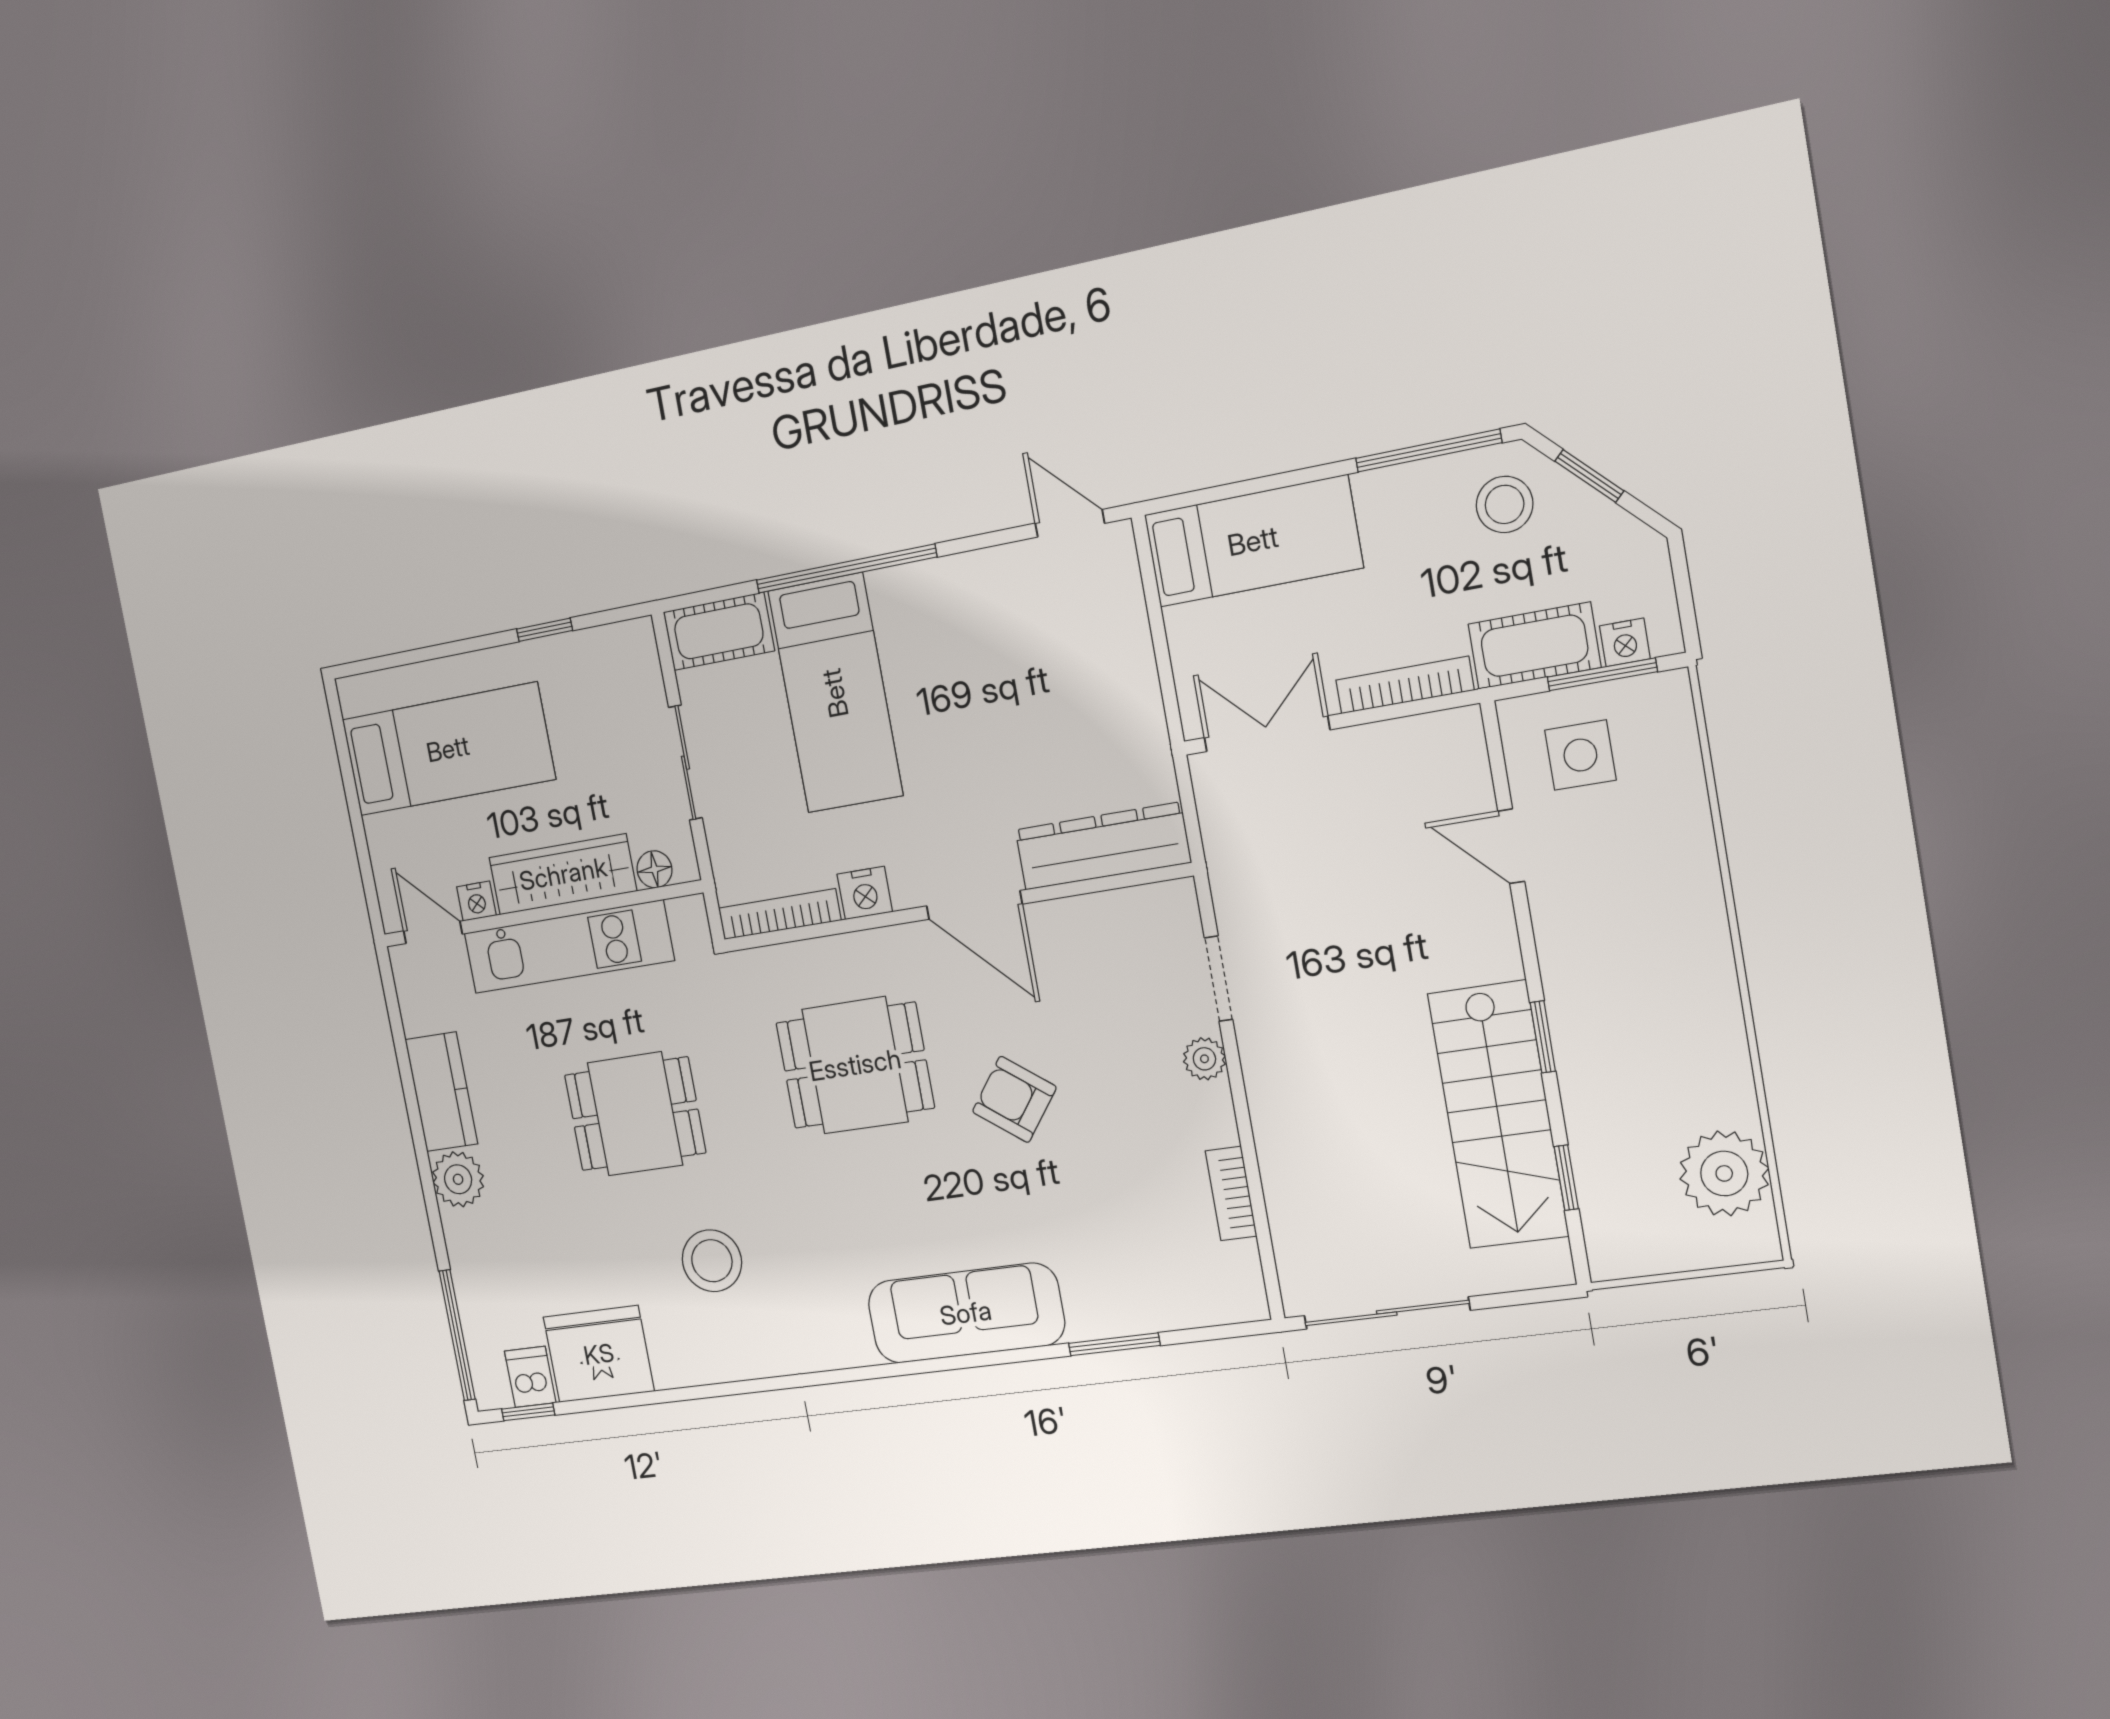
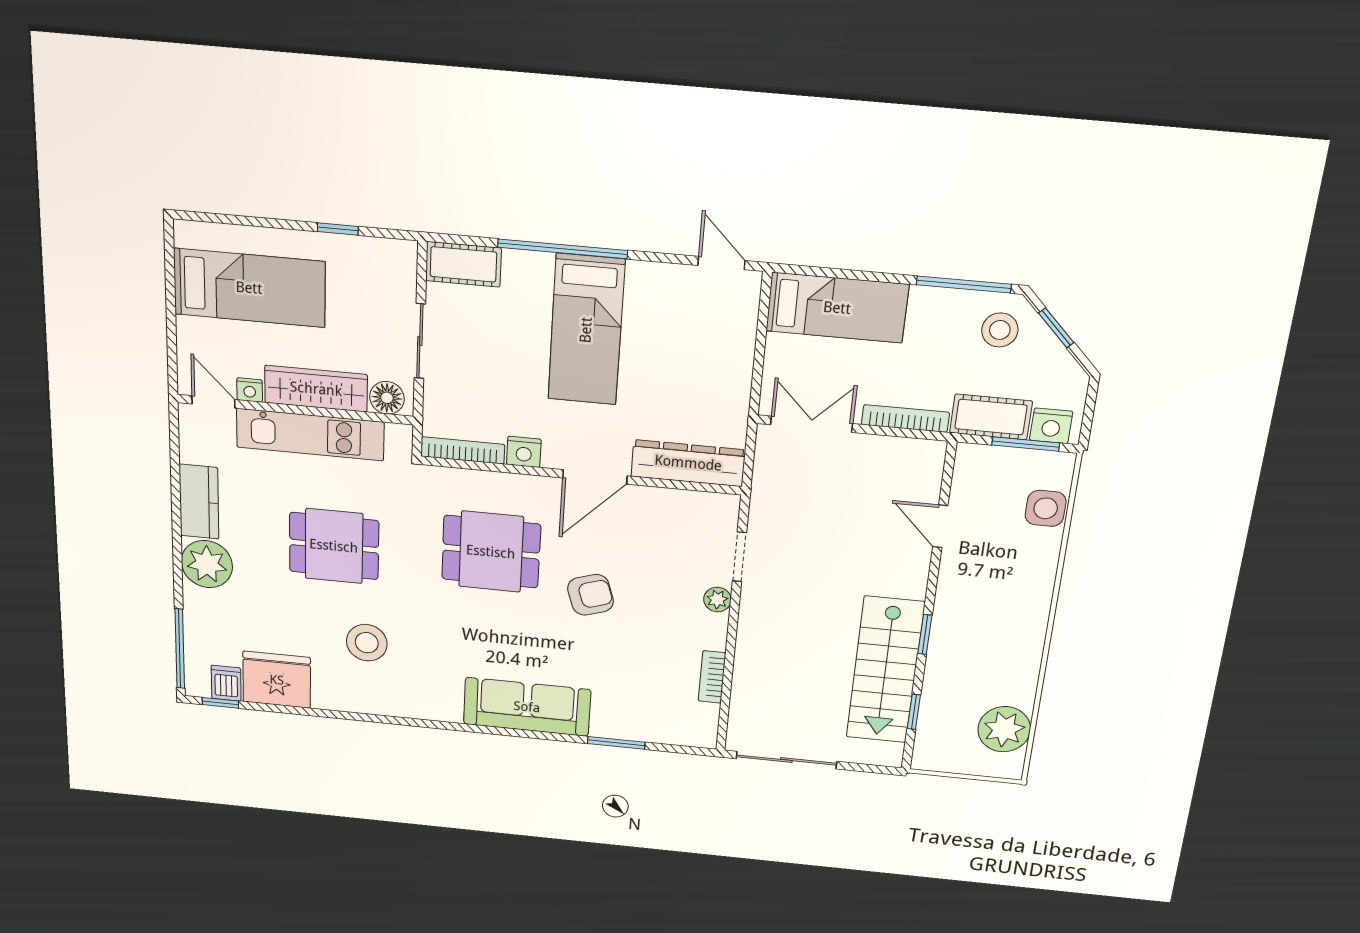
nightstand: (1625, 642) -> (1051, 426), width x1.39, depth x1.35
bed: (835, 693) -> (586, 330), moved
side table: (1580, 755) -> (1046, 508), moved
floor lamp: (654, 869) -> (387, 398), width x1.37, depth x1.37
door: (974, 905) -> (595, 477), hinge flipped
armchair: (1014, 1099) -> (591, 595), turned 125
plant: (458, 1179) -> (207, 564), width x1.36, depth x1.36

